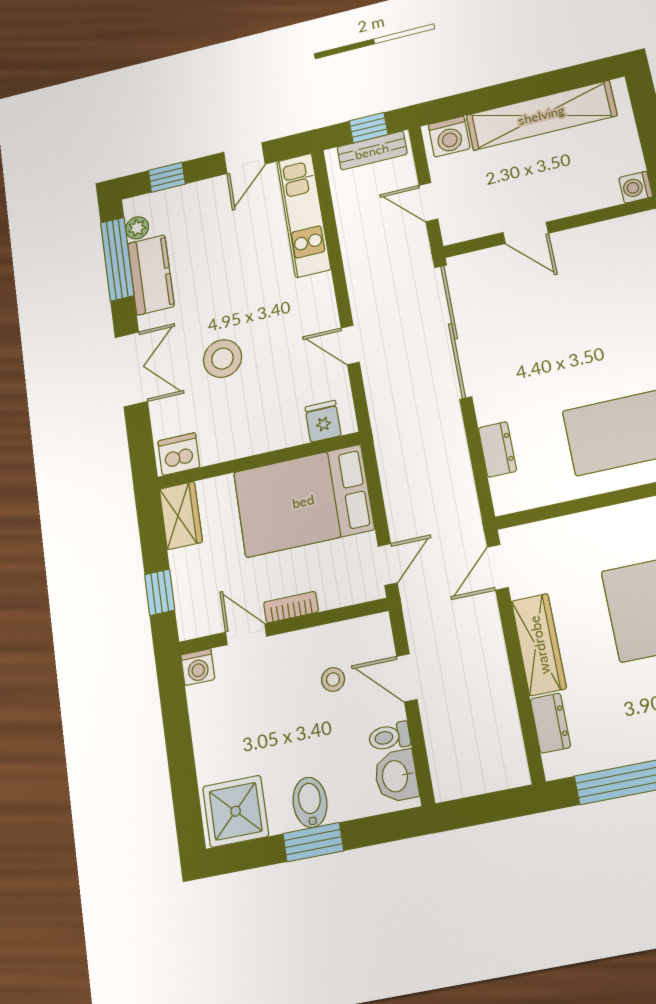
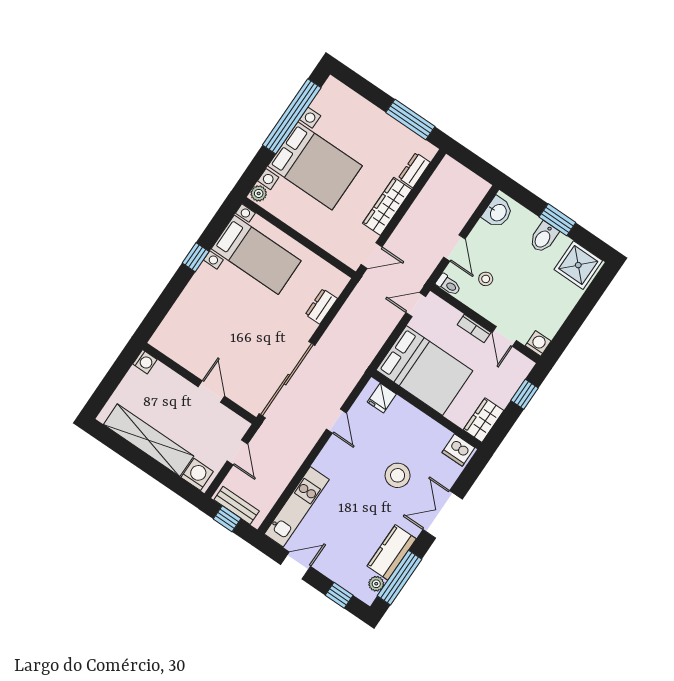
toilet: (389, 737) -> (448, 285), moved

